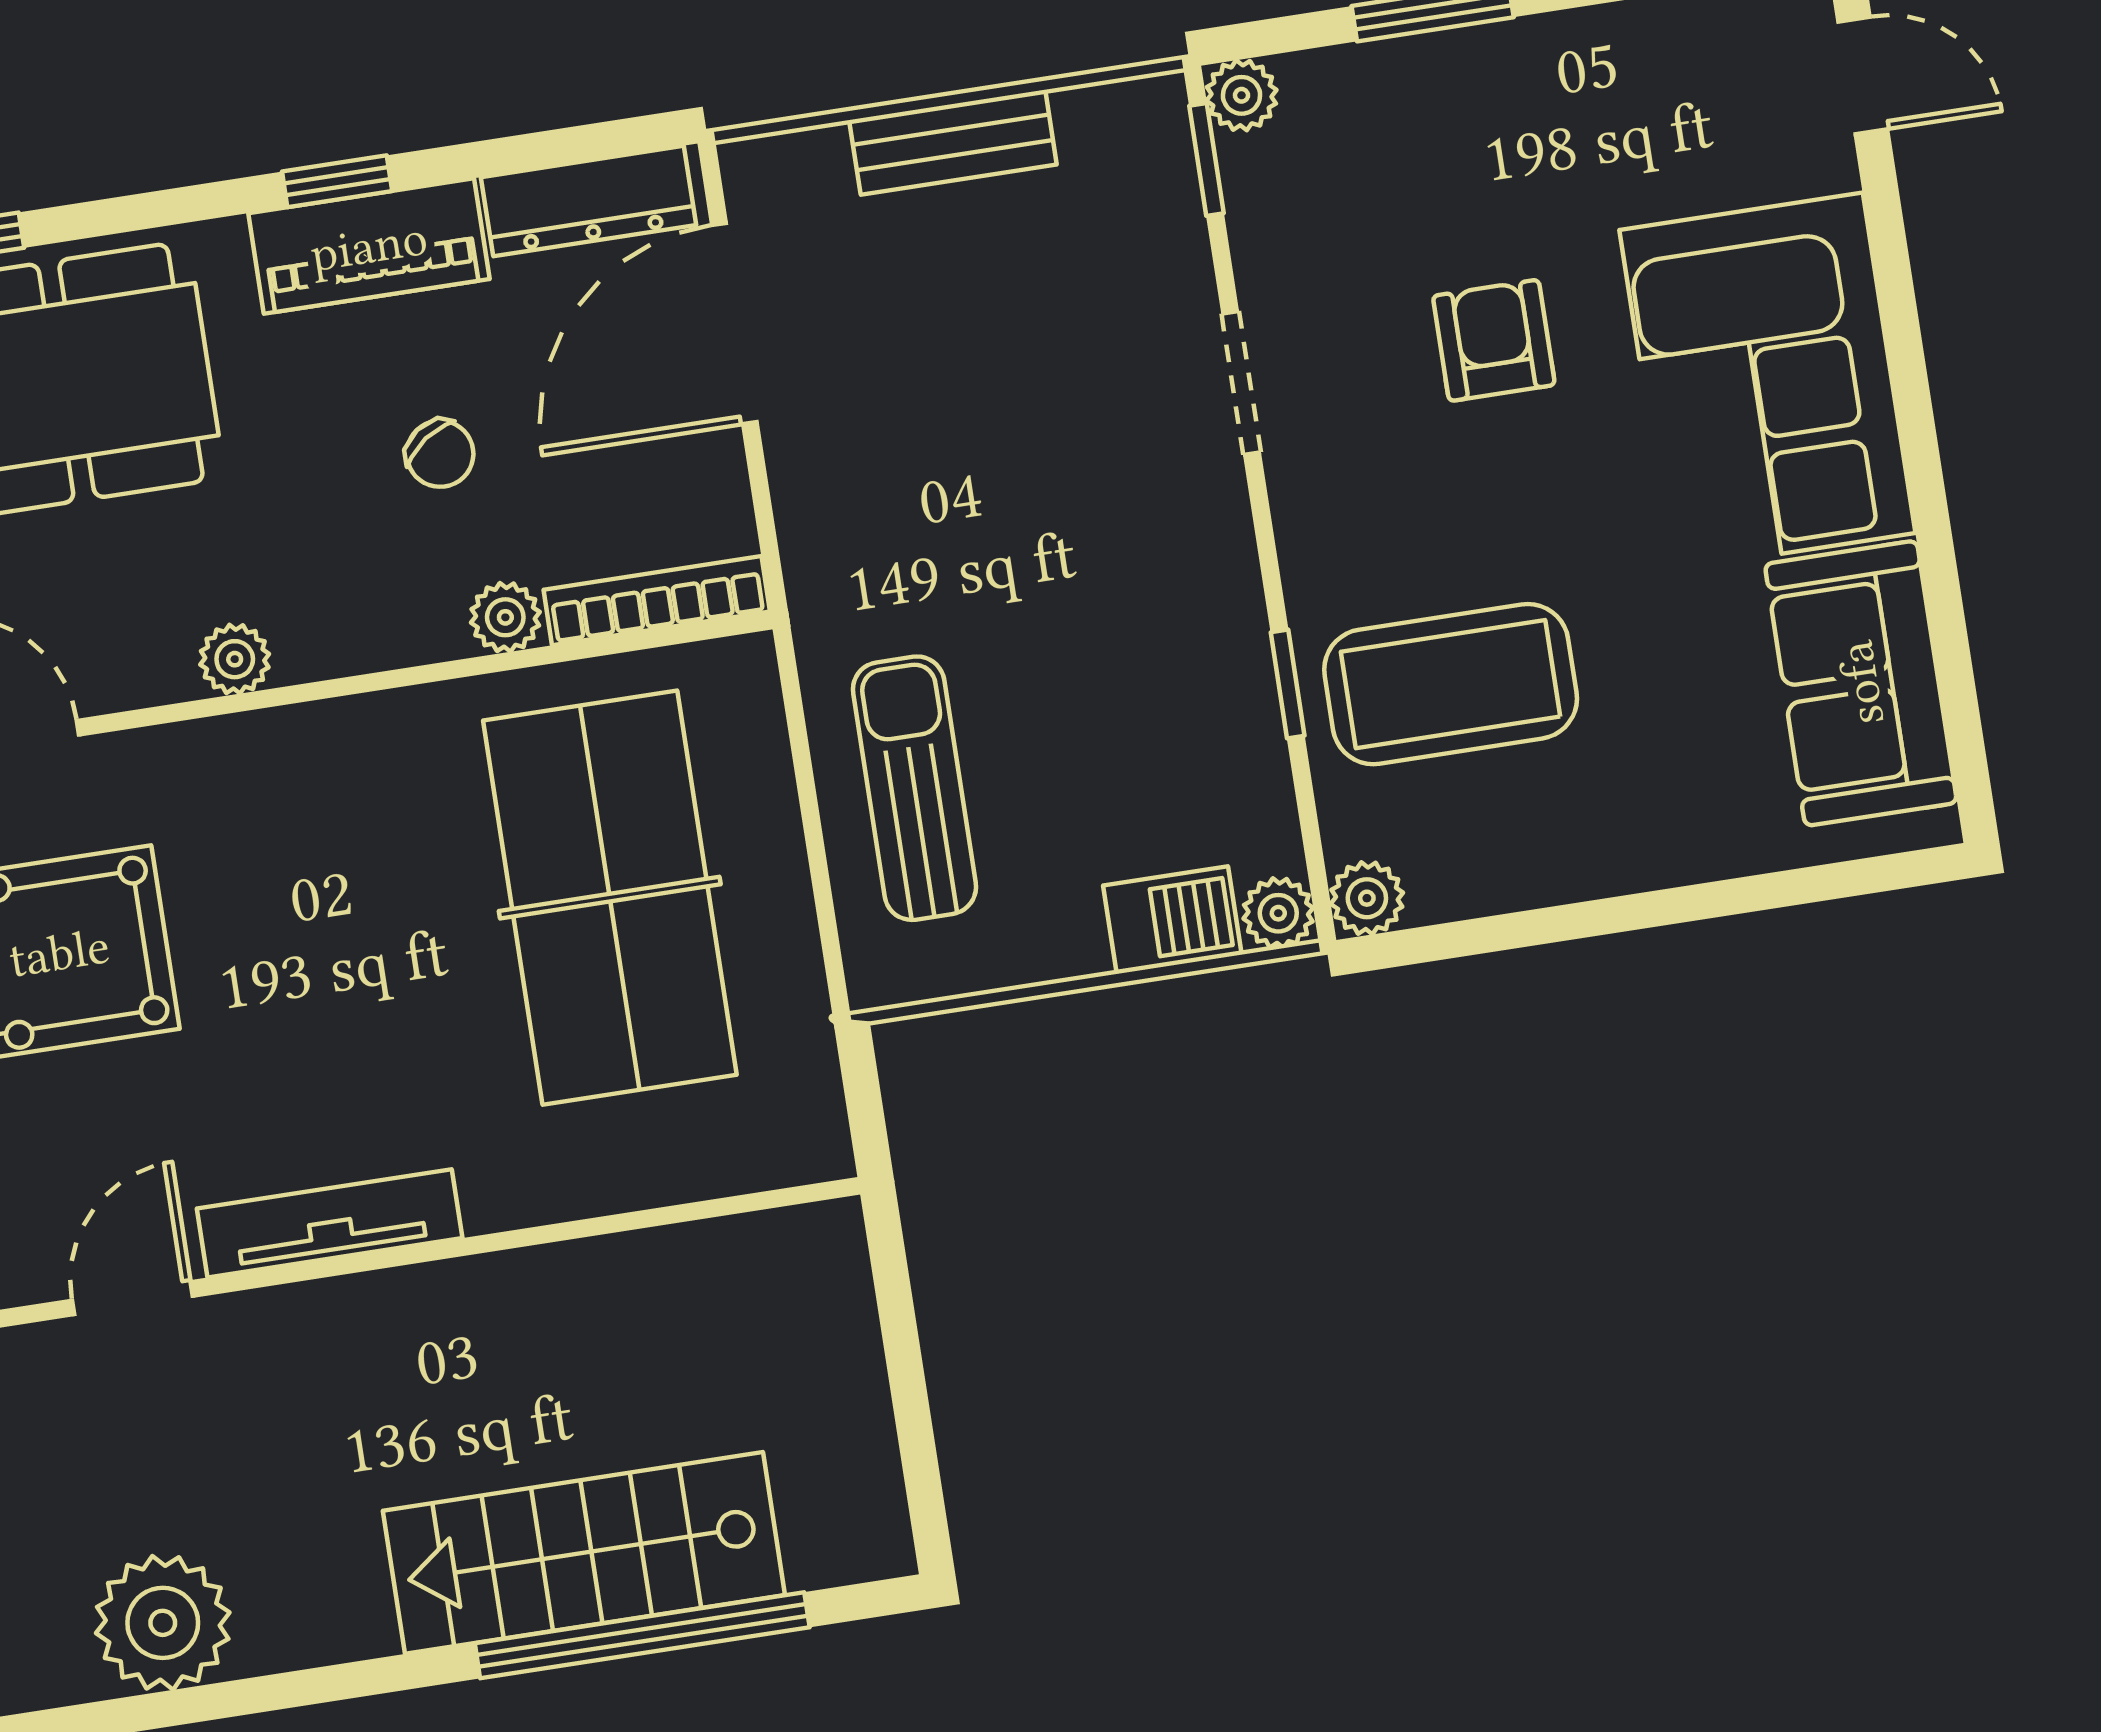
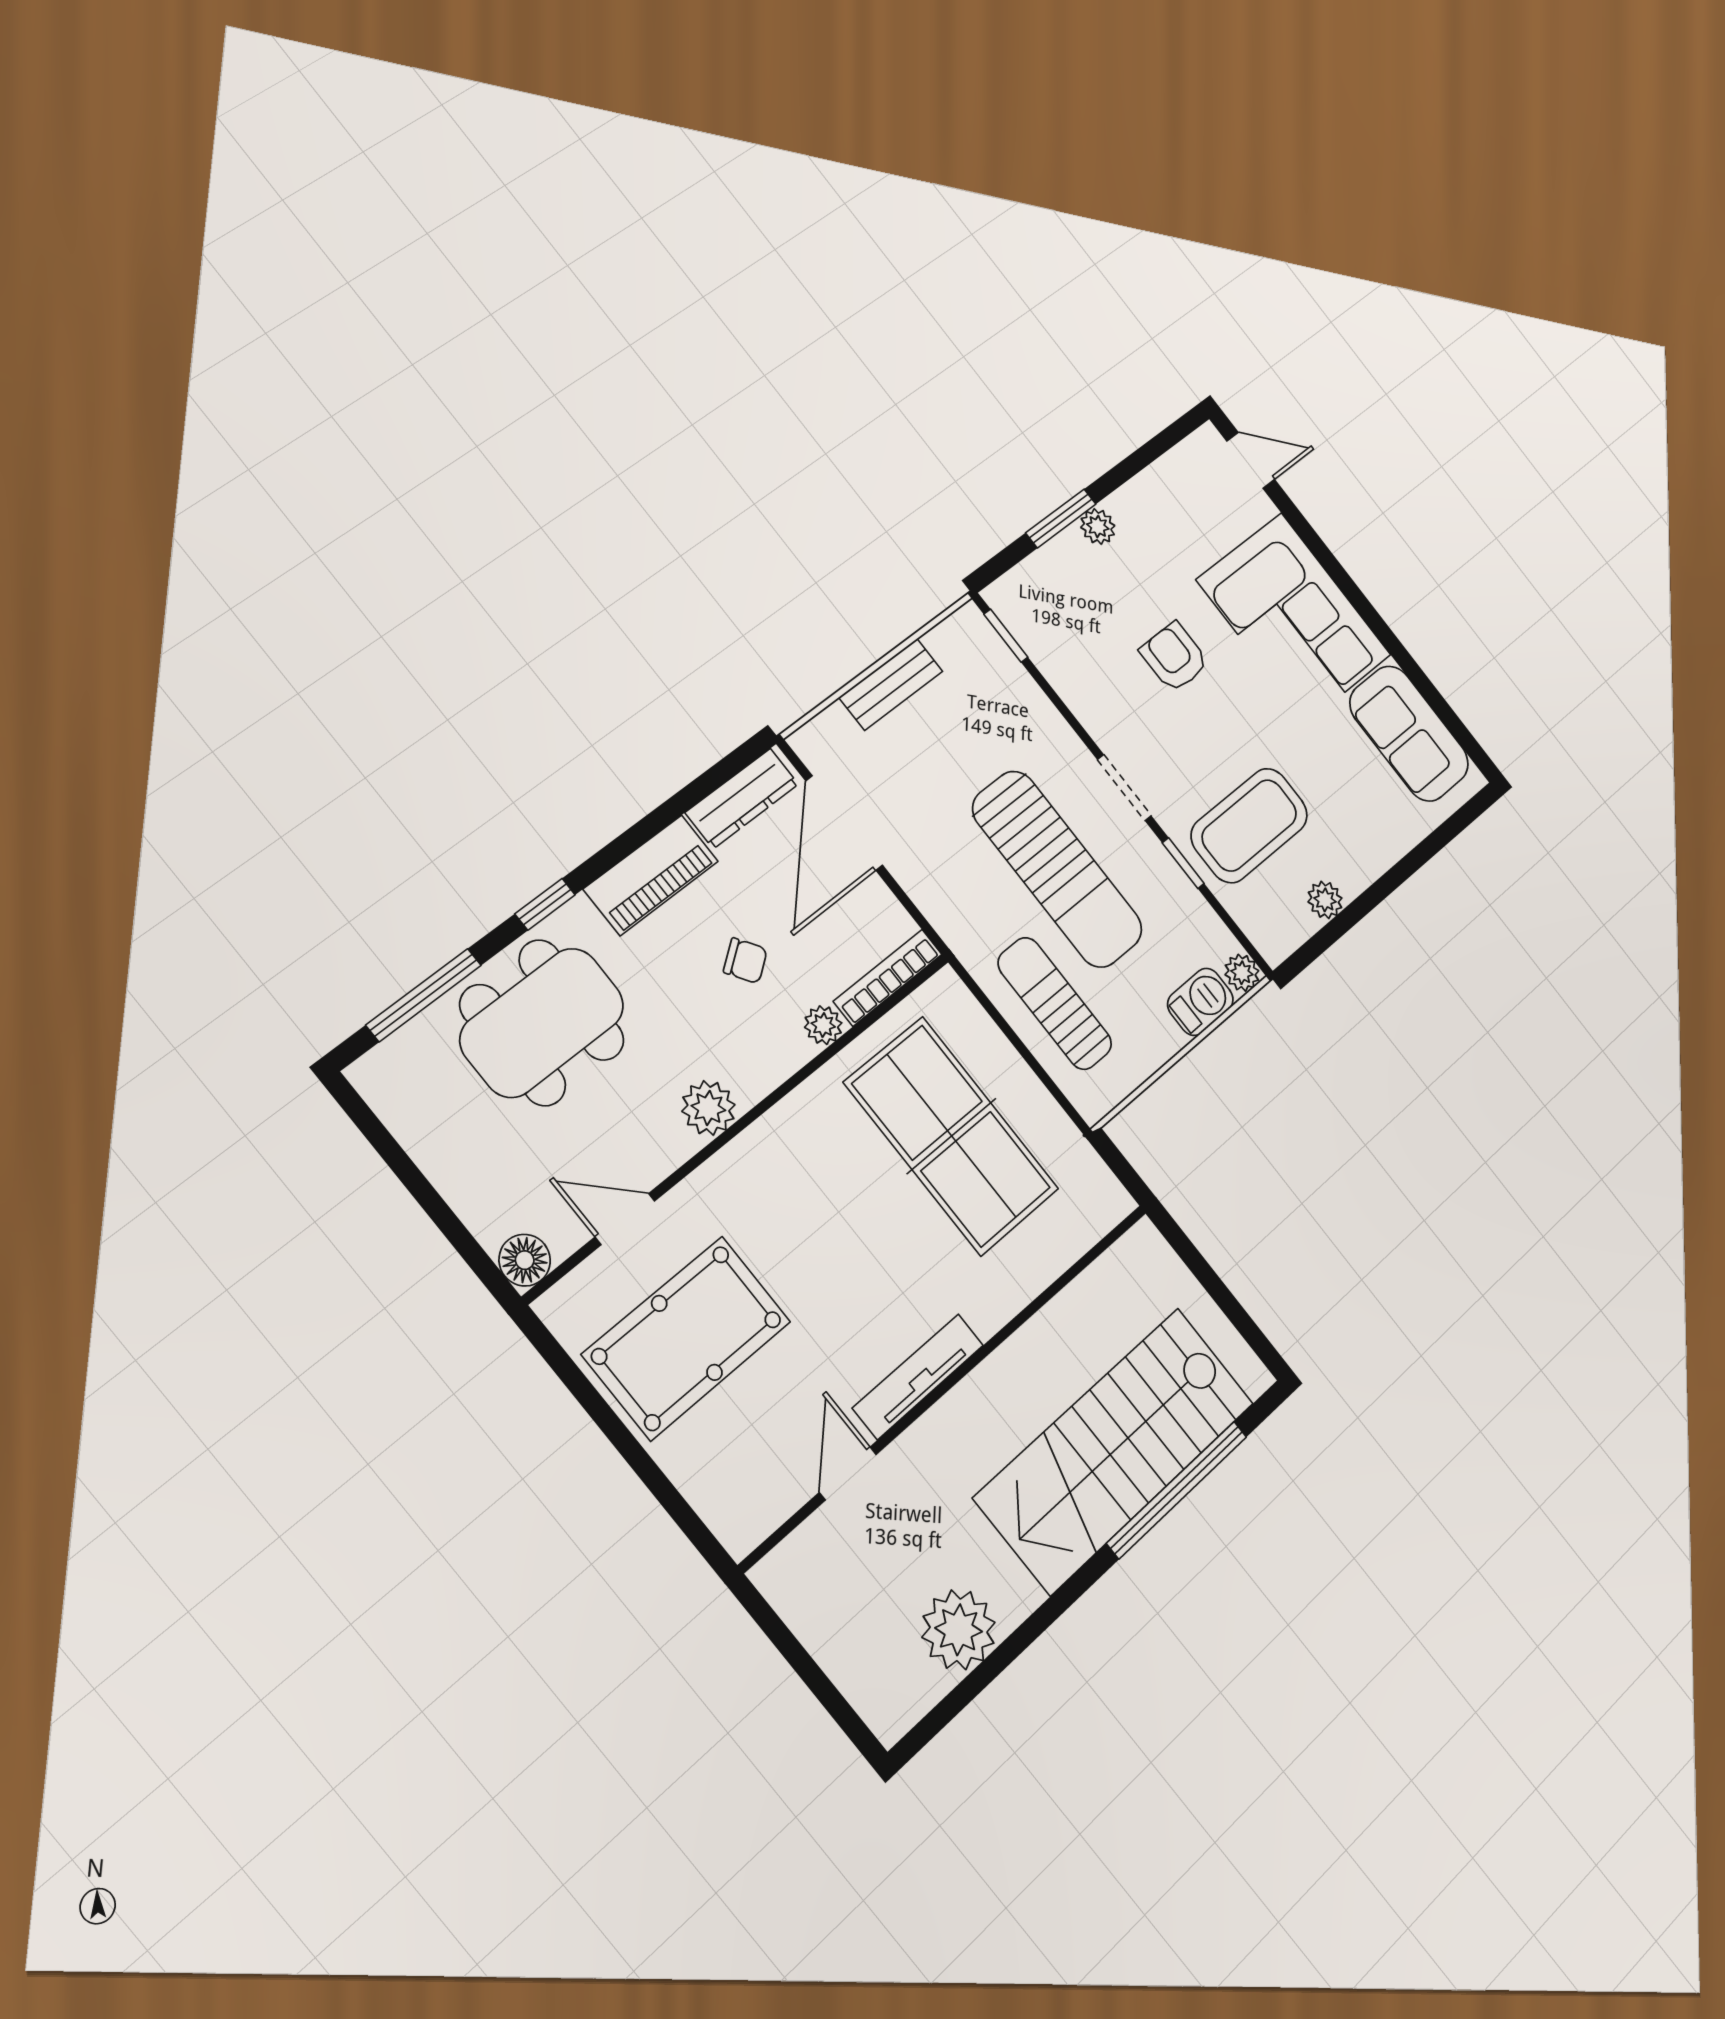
plant: (1241, 95) -> (1098, 527), moved
window: (337, 181) -> (545, 904), moved
doorway: (1241, 383) -> (1124, 788), moved
sun lounger: (1056, 580) -> (1057, 869), added
plant: (235, 659) -> (708, 1108), width x1.38, depth x1.38
plant: (1367, 898) -> (1325, 900), moved
stairs: (584, 1553) -> (1115, 1450), width x1.36, depth x1.51

